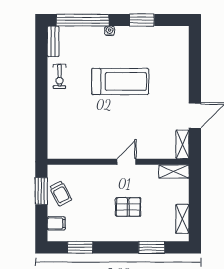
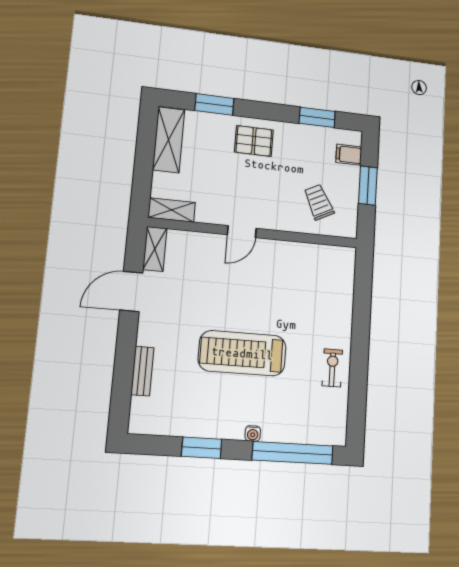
bench: (53, 41) -> (142, 371), moved
window: (41, 191) -> (368, 186), moved
trolley: (60, 193) -> (319, 202), moved
pallet: (128, 207) -> (254, 141), moved
shelving: (182, 219) -> (169, 140), width x1.50, depth x1.33

